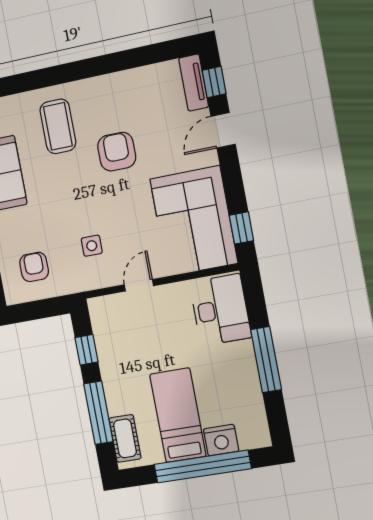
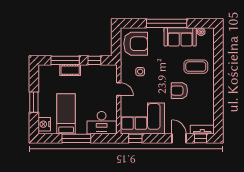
armchair: (117, 152) -> (179, 91), turned 180
armchair: (34, 267) -> (136, 44), width x1.88, depth x1.88
bed: (178, 415) -> (66, 114), moved, turned -90
cot: (125, 438) -> (70, 70), moved
nightstand: (221, 440) -> (44, 124), moved
window: (203, 466) -> (34, 102), width x0.47

